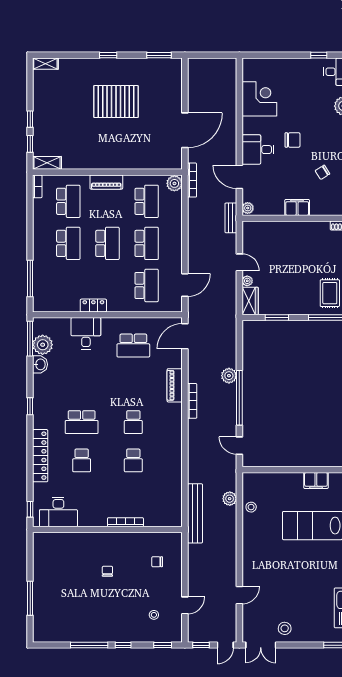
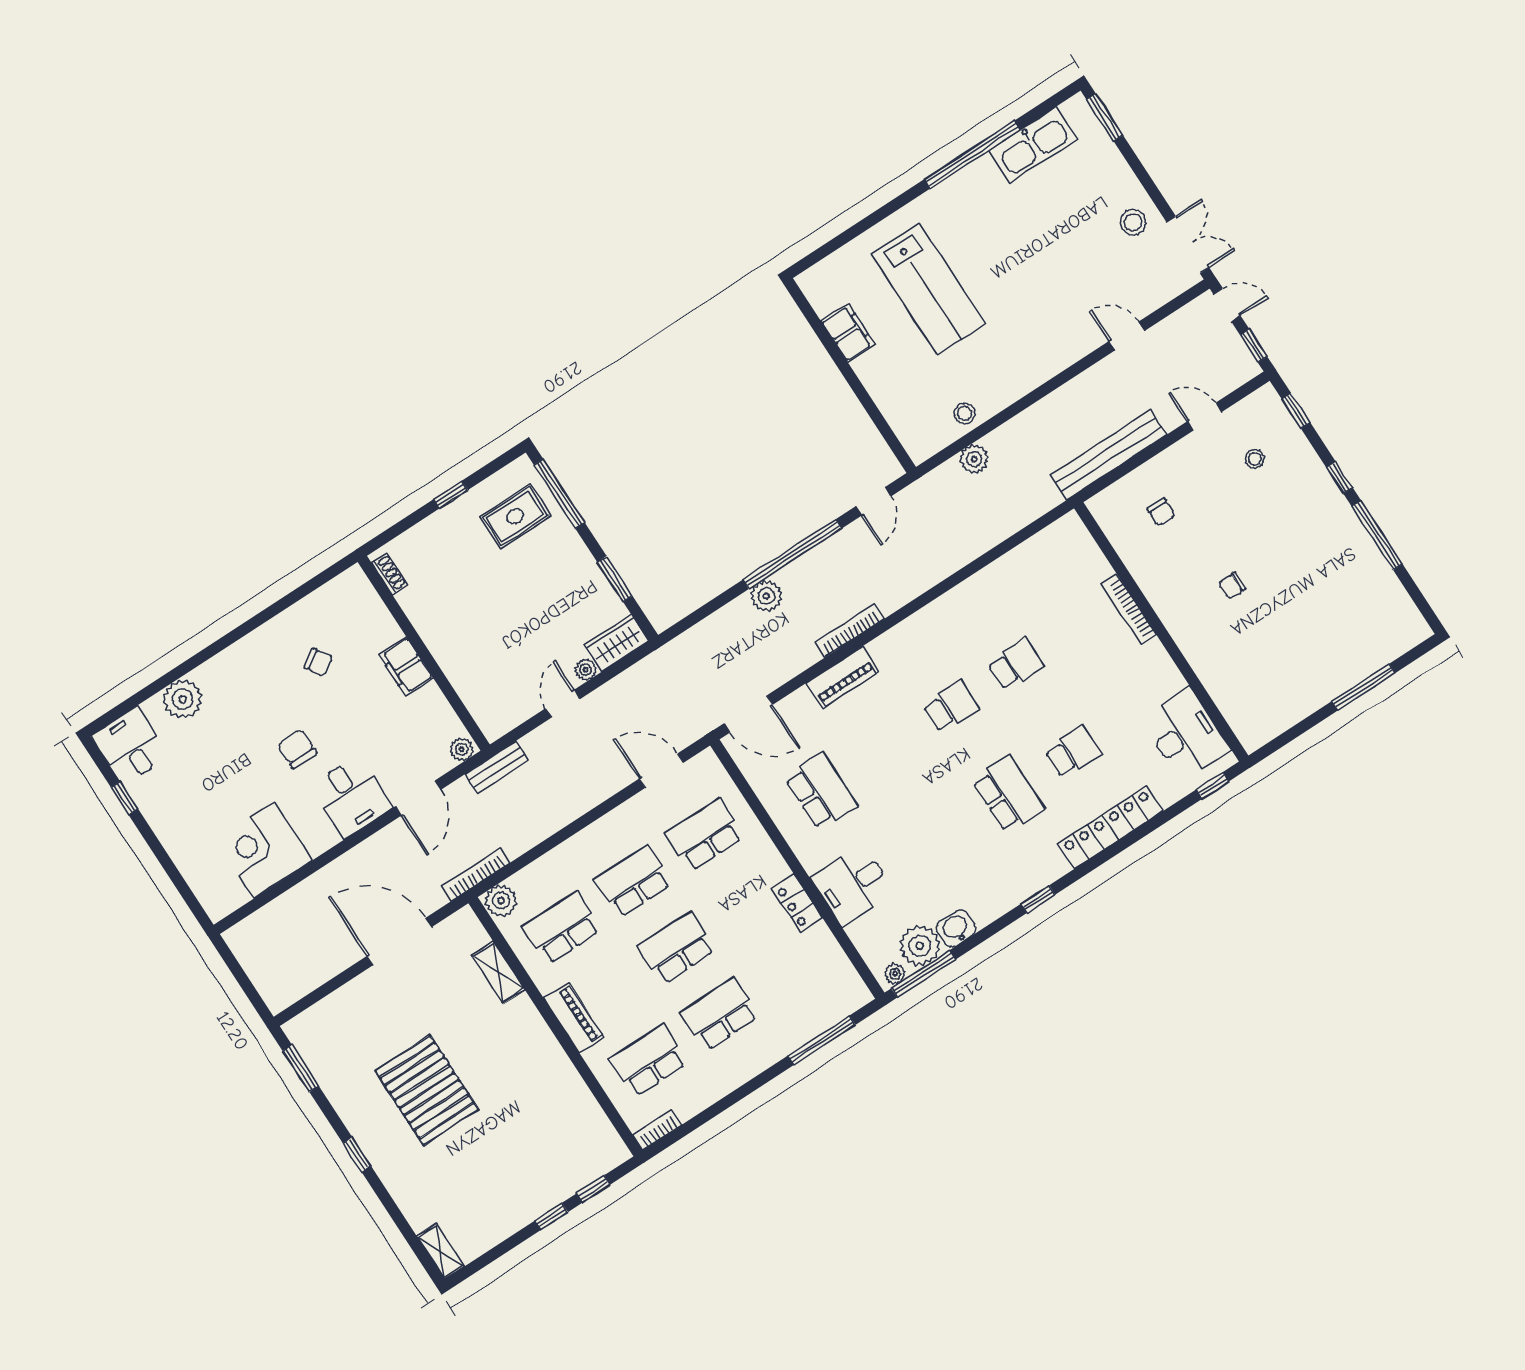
shelving: (47, 163) -> (498, 972), moved
plant: (38, 327) -> (895, 974), added
bench: (195, 513) -> (1108, 455), moved

